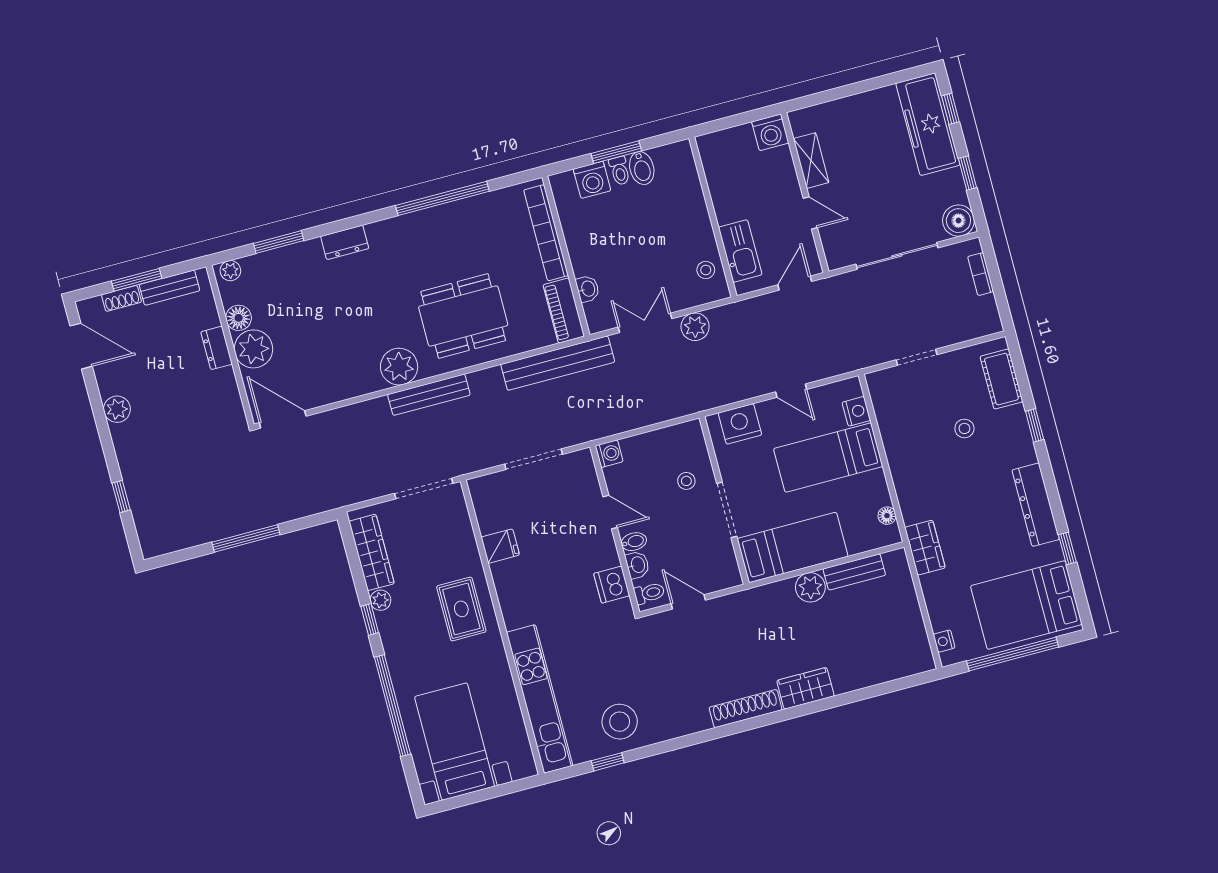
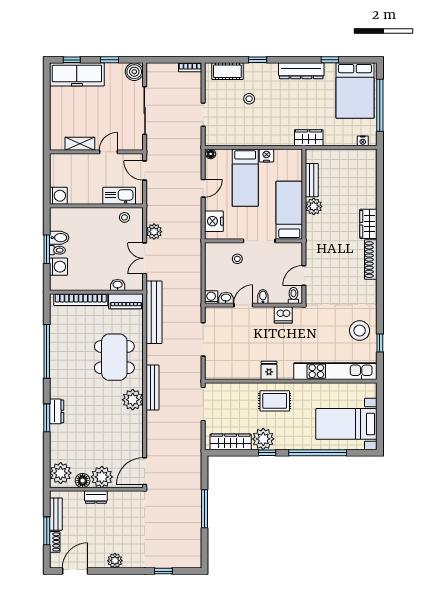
washing machine: (770, 132) -> (58, 196), moved
window: (279, 242) -> (47, 418), moved
plant: (230, 271) -> (61, 473), width x1.88, depth x1.88
bookcase: (981, 274) -> (190, 67), moved
nightstand: (856, 411) -> (266, 155), moved
floor lamp: (887, 516) -> (211, 154), moved
fridge: (500, 546) -> (269, 370), moved
washbasin: (637, 565) -> (226, 298), moved
plant: (380, 600) -> (263, 439), width x1.88, depth x1.88

